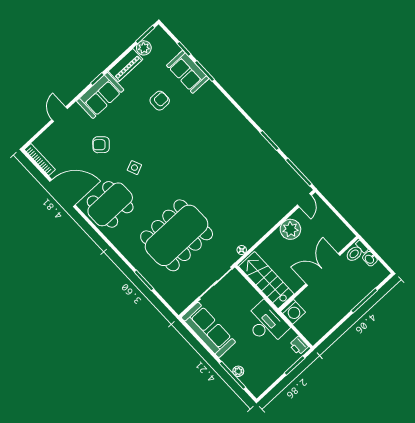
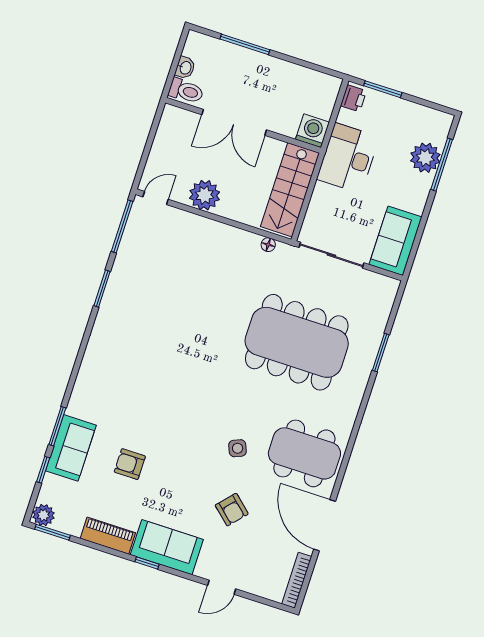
plant: (144, 48) -> (43, 515), moved
sofa: (208, 330) -> (395, 241), width x0.73
plant: (238, 371) -> (425, 158), width x1.87, depth x1.87

